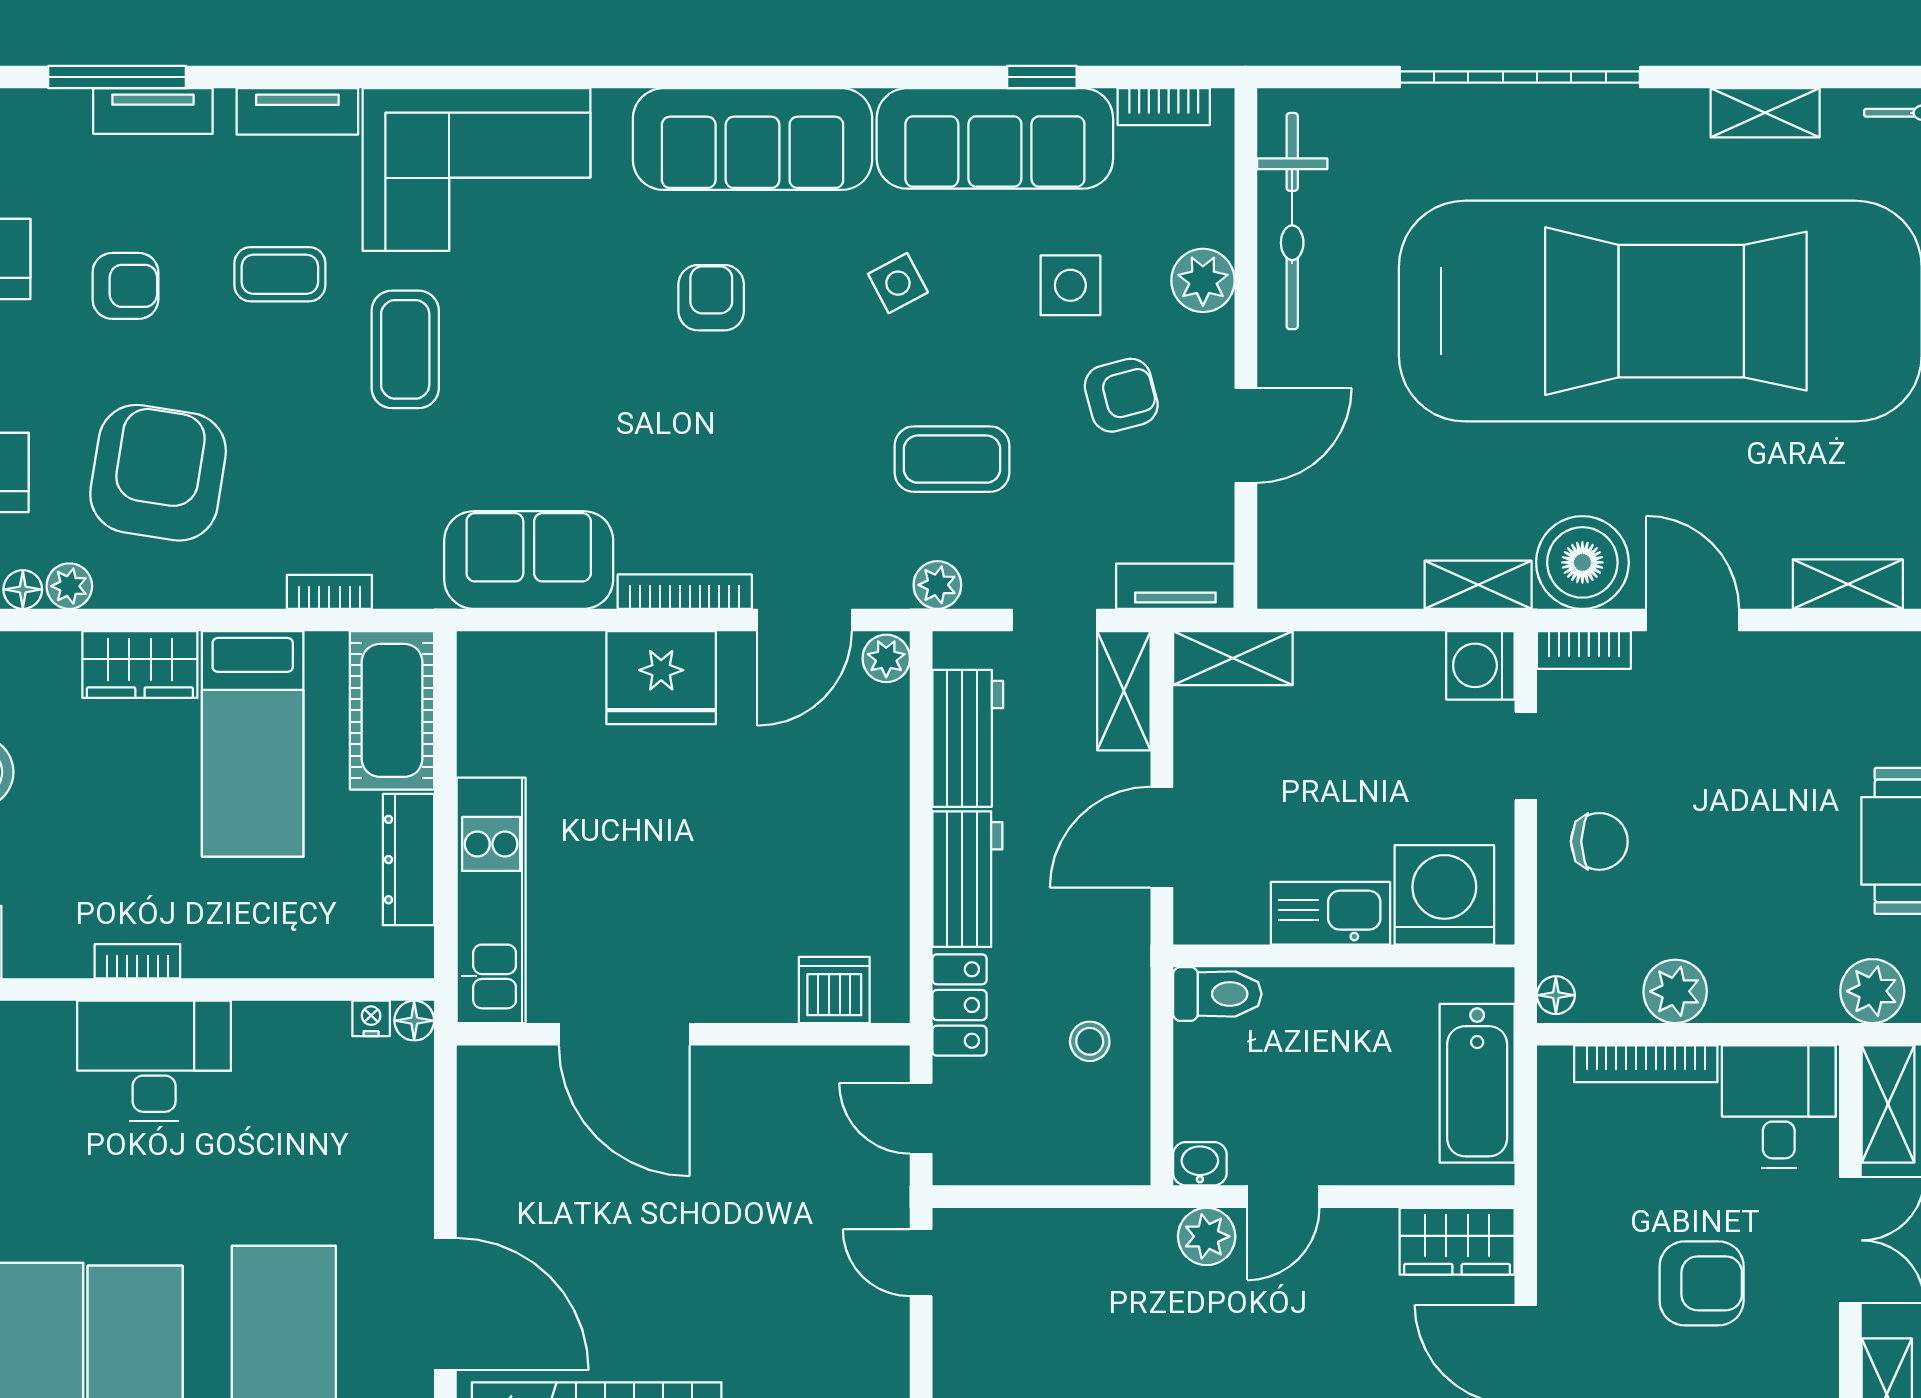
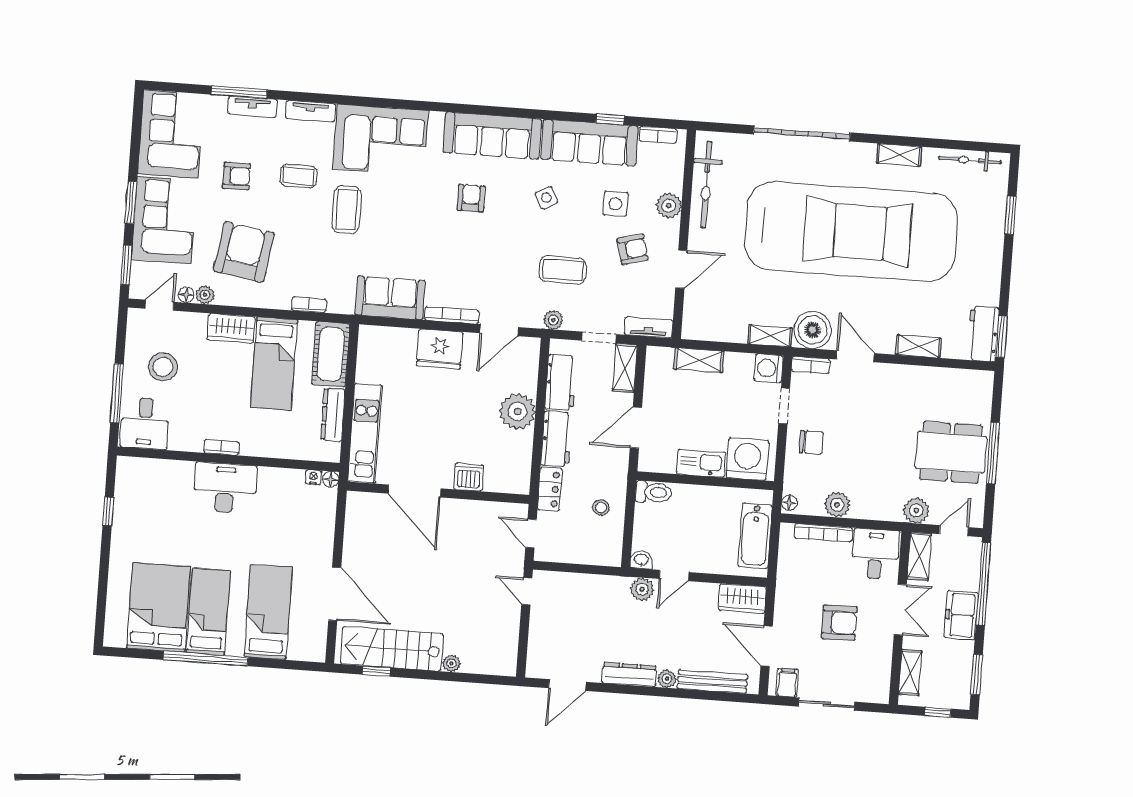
plant: (886, 658) -> (518, 412), moved, width x1.88, depth x1.88
shelving: (1233, 658) -> (699, 360), moved
dishwasher: (834, 990) -> (469, 477), moved

